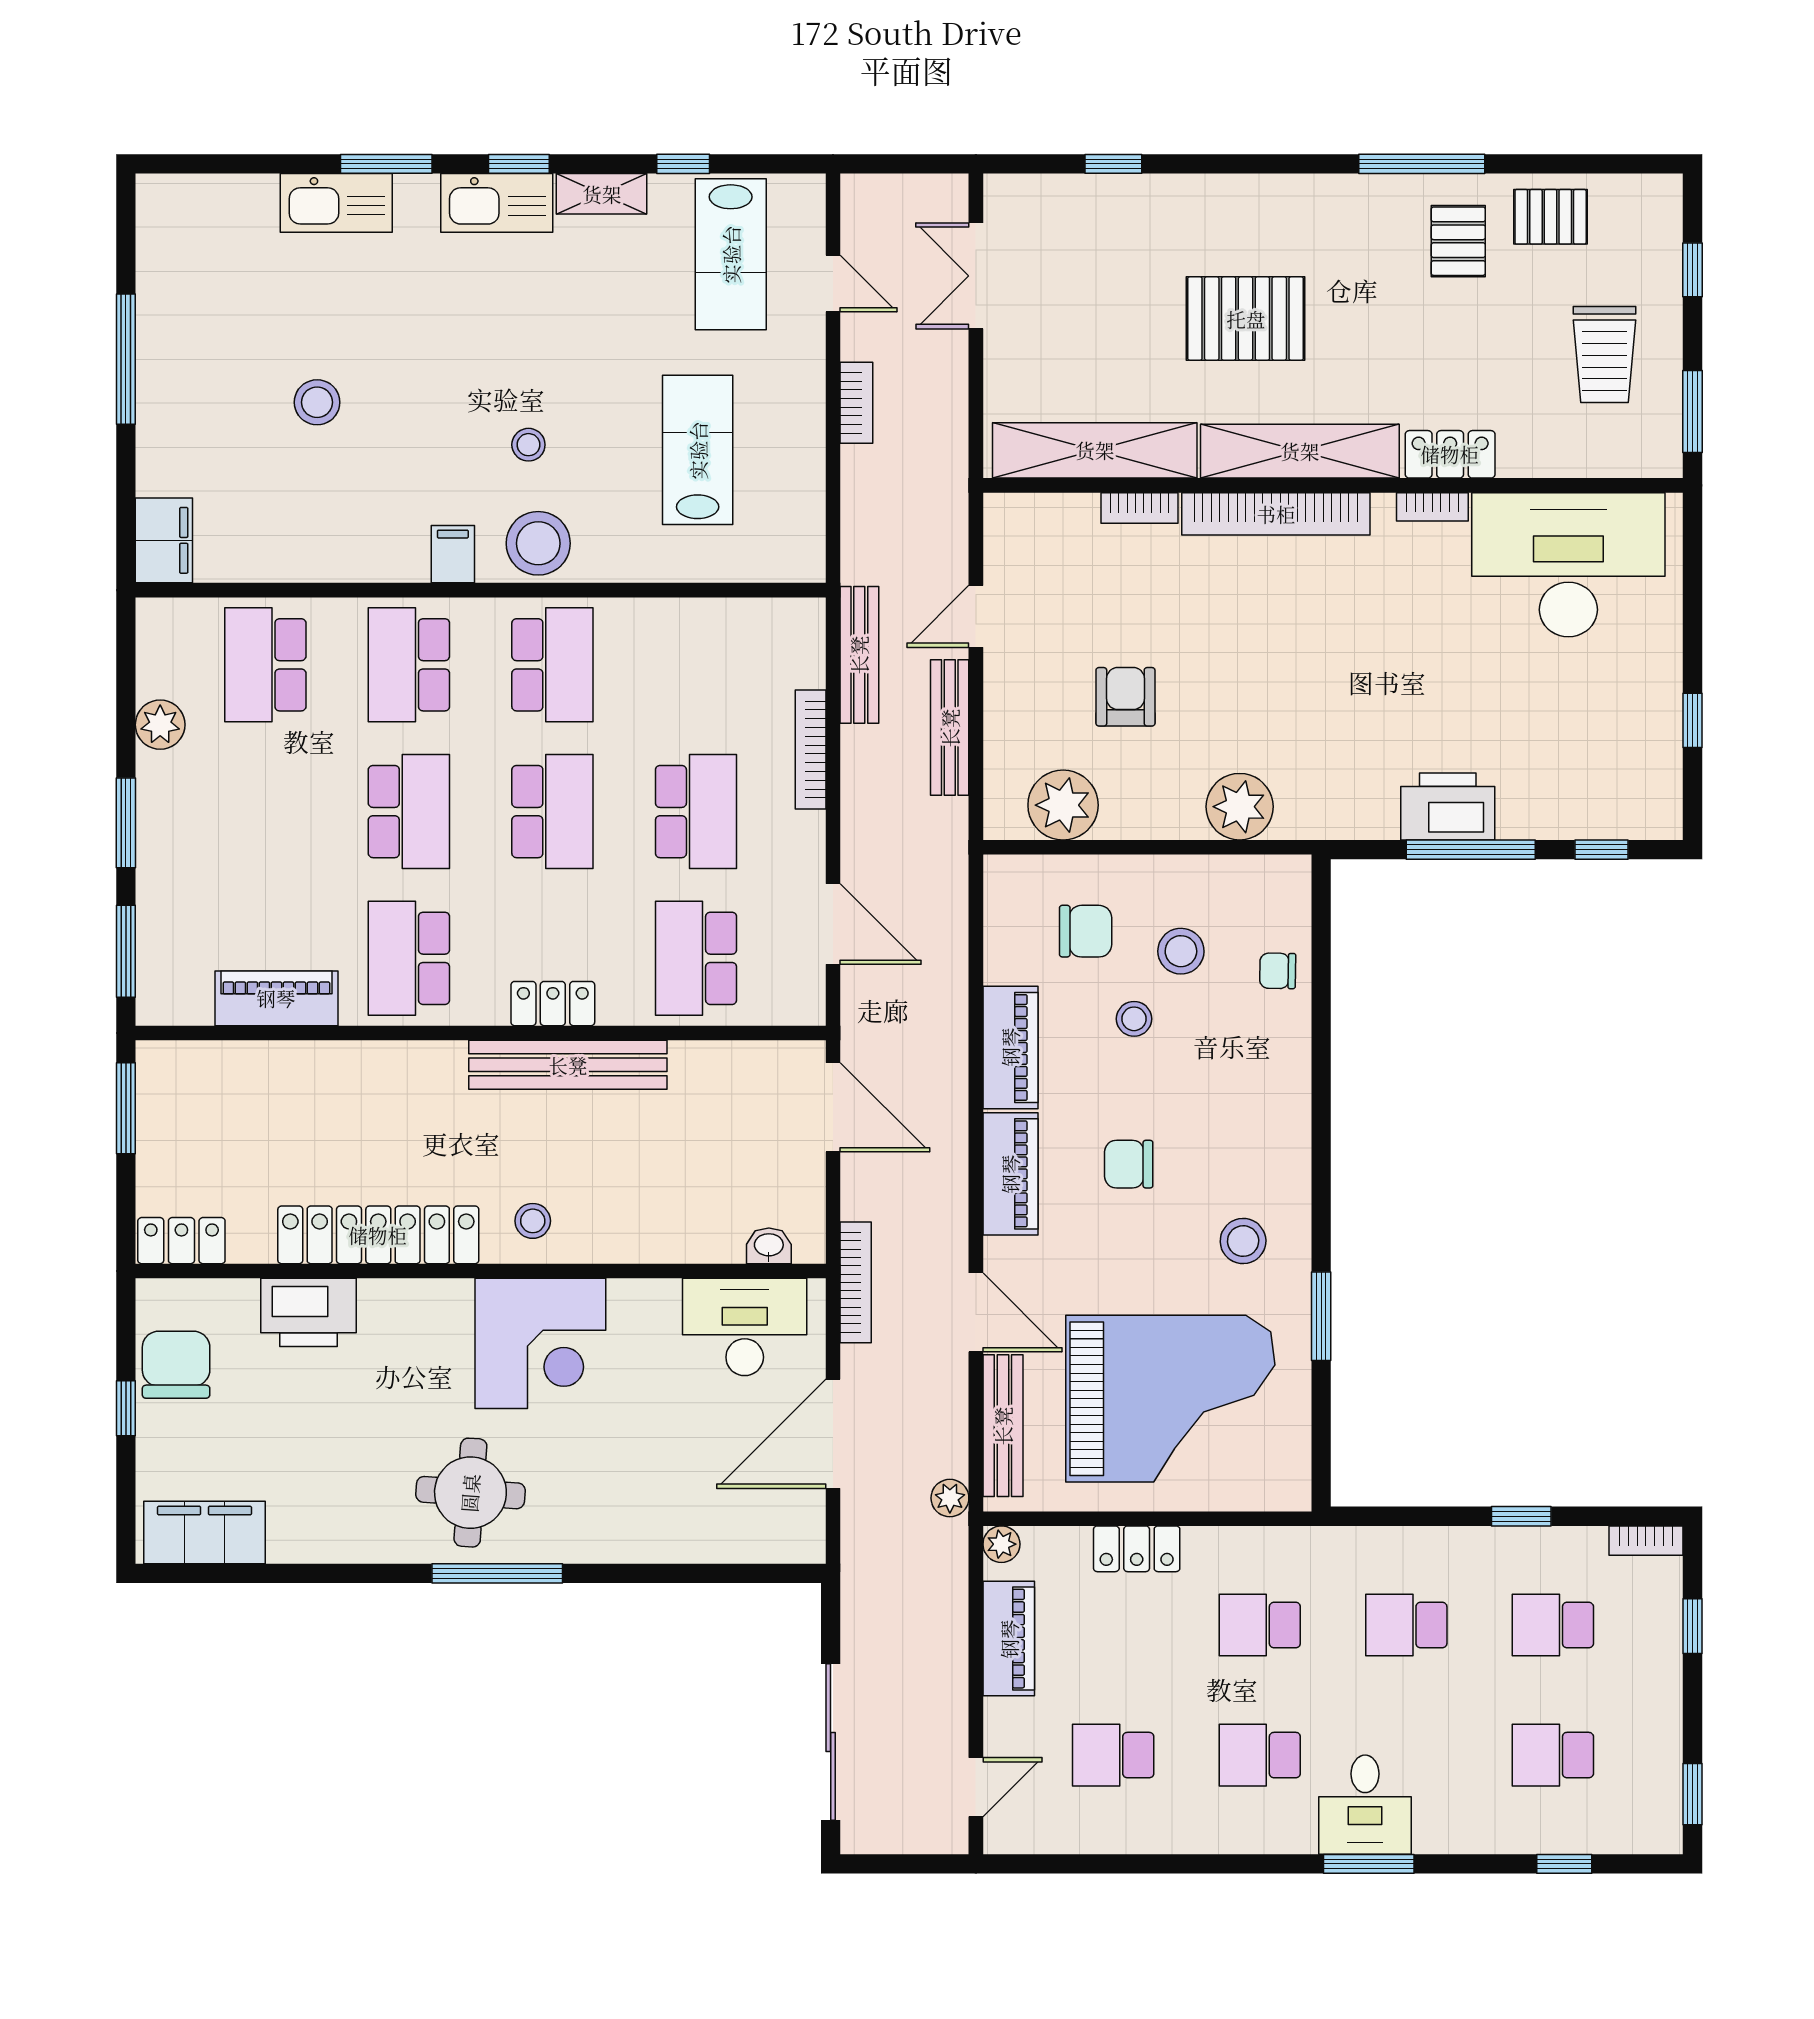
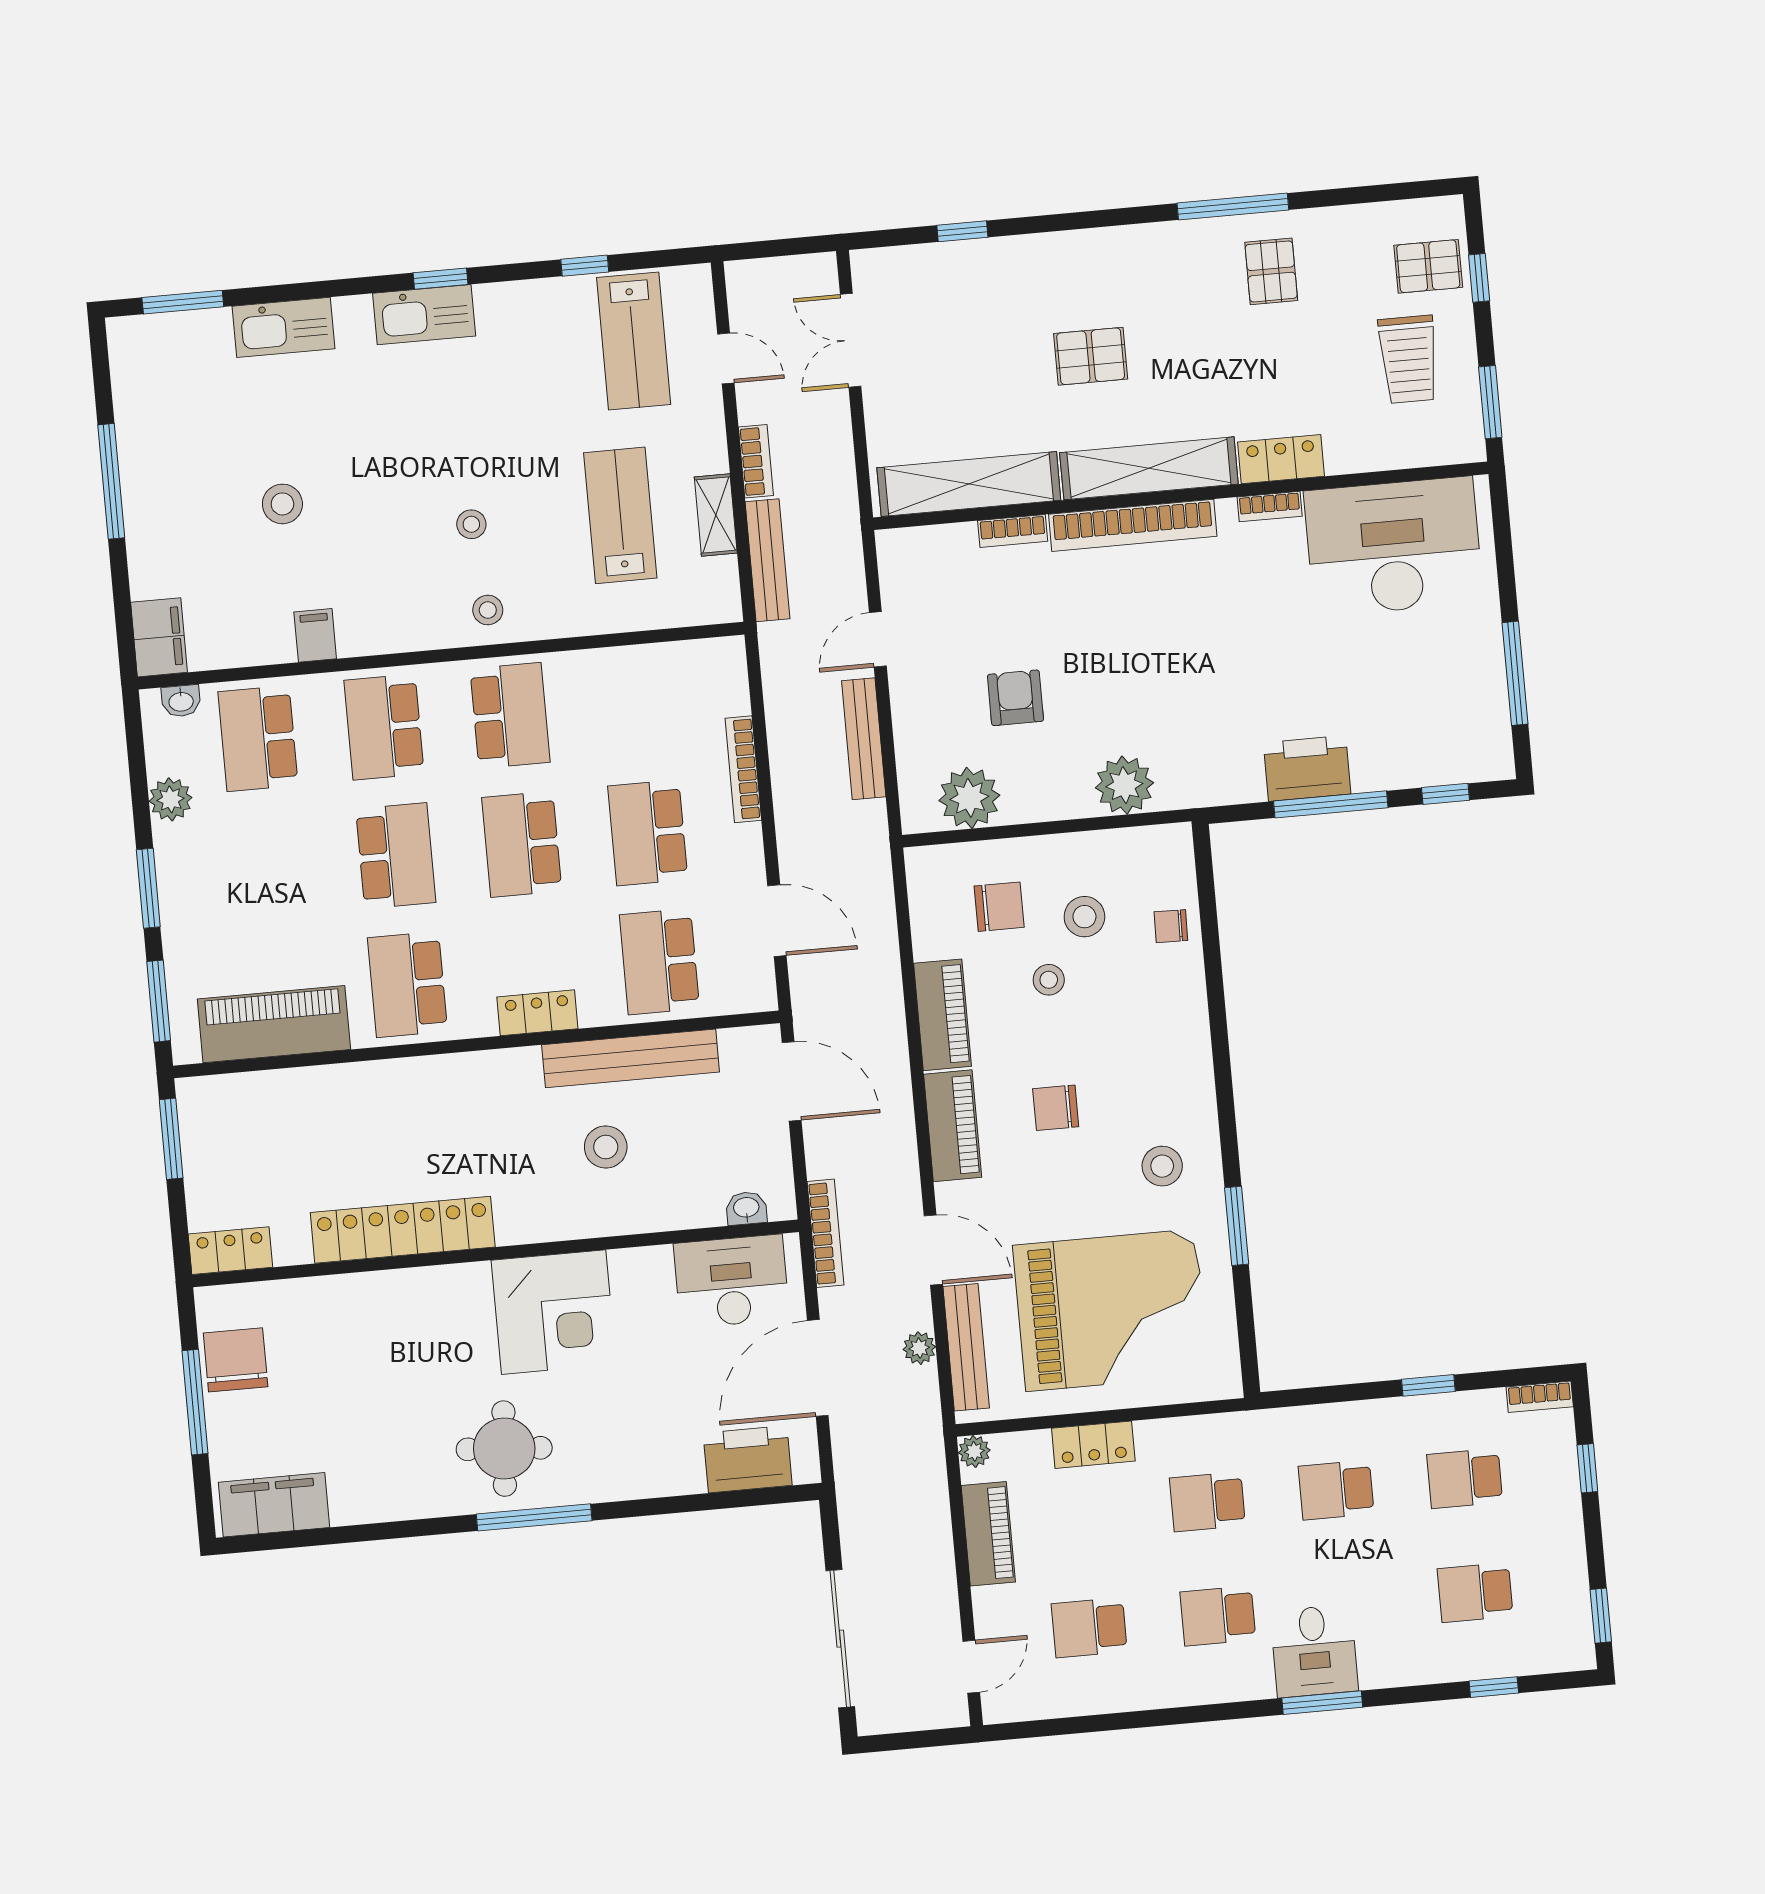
window: (386, 164) -> (183, 302), moved
shelving: (602, 194) -> (716, 515), moved, turned 90
pallet: (1551, 217) -> (1428, 266), moved
pallet: (1246, 319) -> (1091, 356), width x0.67, depth x0.71
stool: (538, 543) -> (488, 610), width x0.53, depth x0.53
filing cabinet: (453, 554) -> (315, 635), moved
washbasin: (182, 614) -> (181, 701), added
bench: (859, 655) -> (767, 560), moved
window: (1693, 720) -> (1515, 673), width x2.17
school desk: (552, 812) -> (522, 844), turned 180
school desk: (696, 812) -> (648, 833), turned 180
piano: (276, 998) -> (274, 1024), width x1.37, depth x1.33
bench: (568, 1065) -> (631, 1058), moved
stool: (533, 1221) -> (606, 1147), moved, width x1.37, depth x1.37
printer: (309, 1312) -> (748, 1459), moved, turned 180
window: (126, 1408) -> (195, 1402), width x2.17
plant: (950, 1498) -> (919, 1348), moved

